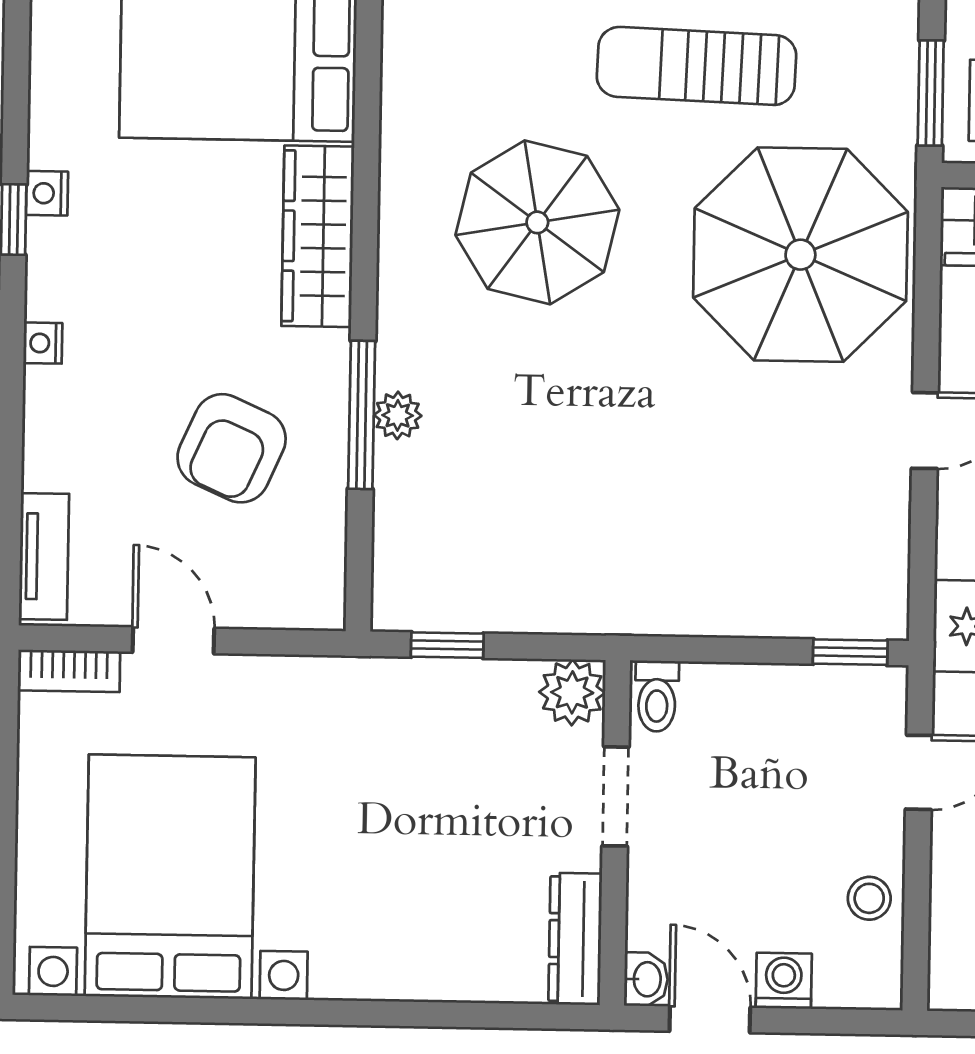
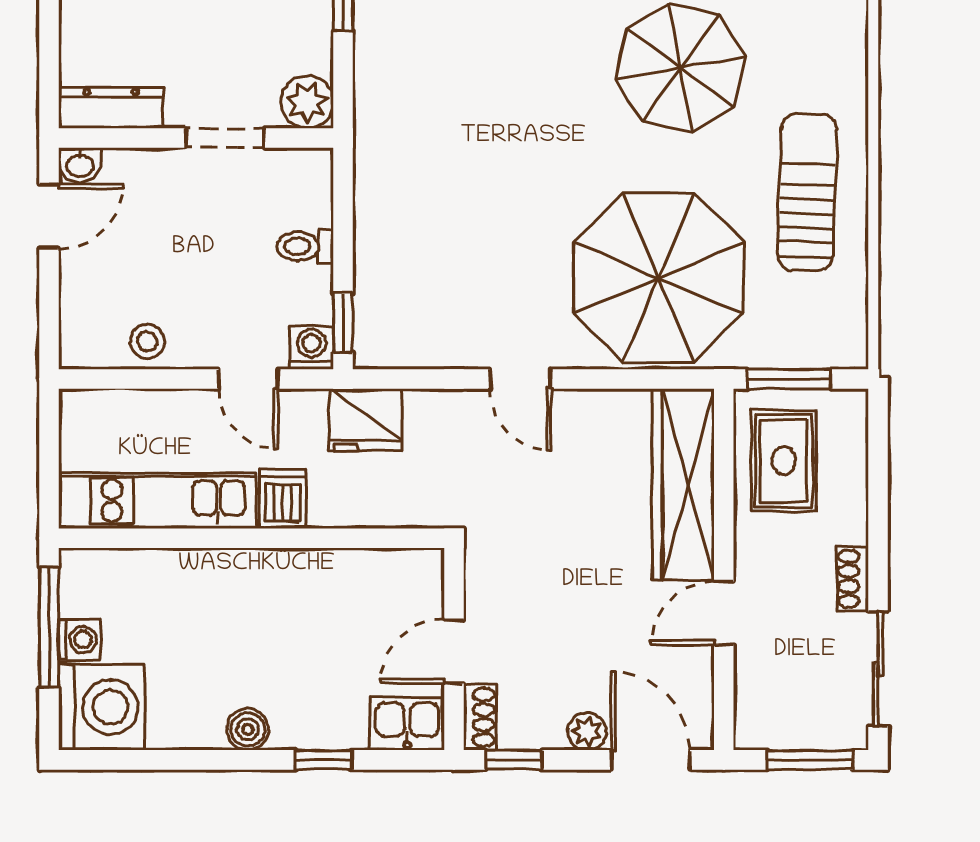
toilet: (657, 696) -> (305, 246), moved
washing machine: (784, 981) -> (311, 348), moved, turned -90

